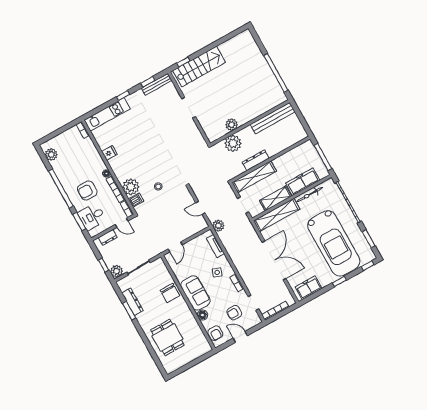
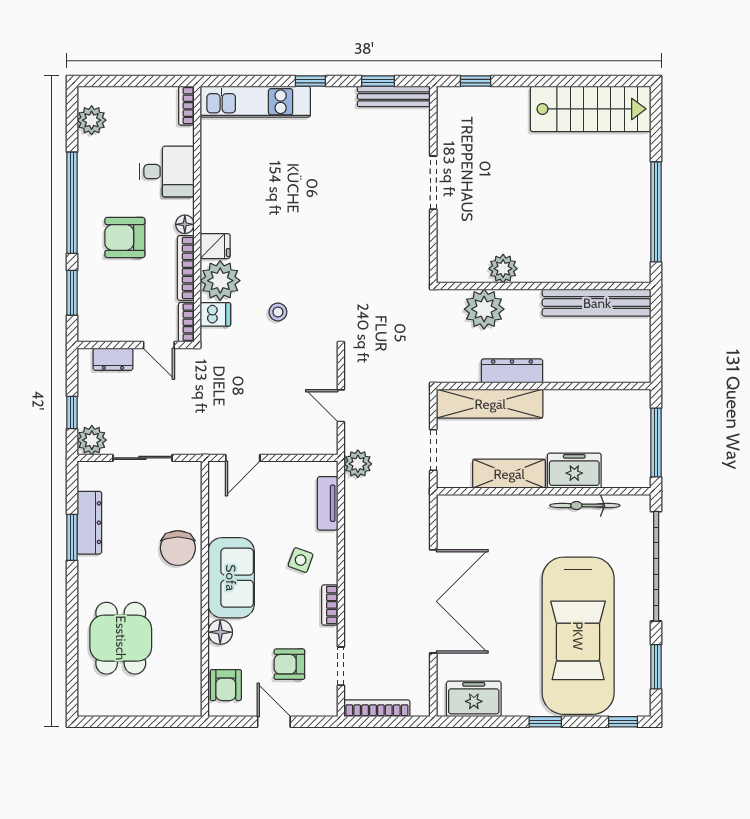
stairs: (199, 66) -> (591, 109), moved
fridge: (109, 153) -> (215, 246), moved
freezer: (303, 182) -> (574, 471), width x0.71
shelving: (277, 215) -> (492, 510), removed
desk: (92, 217) -> (167, 172), moved, turned 180

